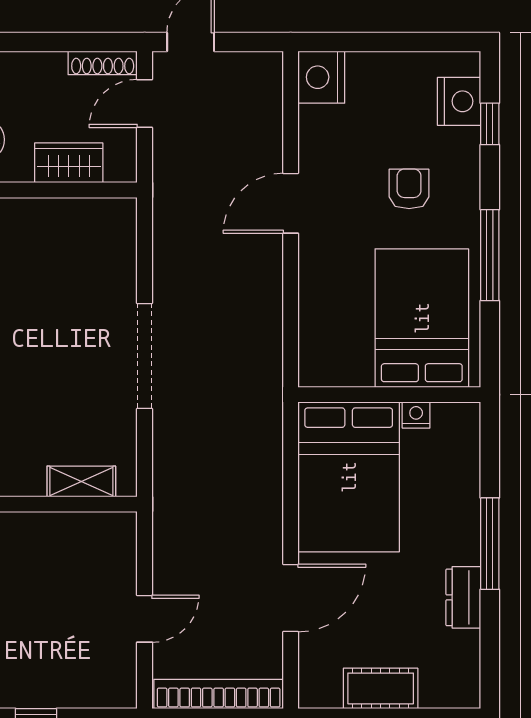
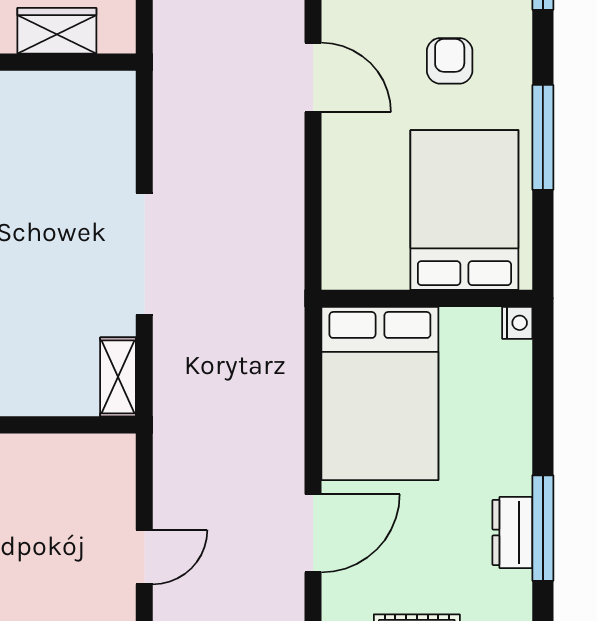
door: (291, 203) -> (313, 77), swing flipped
nightstand: (416, 415) -> (517, 323), moved, turned 90
shelving: (81, 481) -> (118, 377), moved, turned 90
window: (490, 544) -> (543, 528), moved

